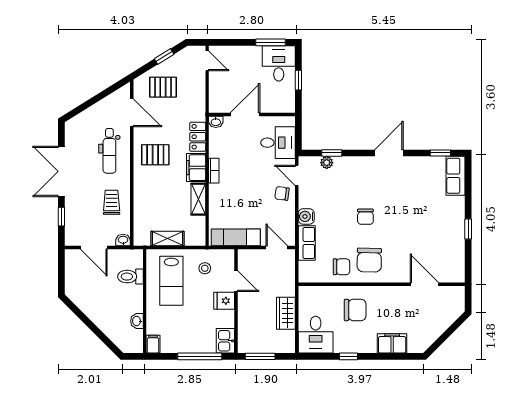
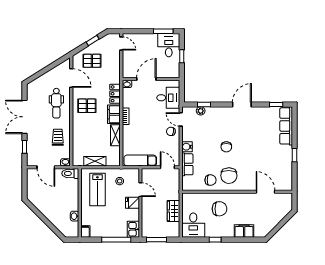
row of seats: (456, 176) -> (286, 126), width x1.48
toilet: (130, 277) -> (70, 173), moved

